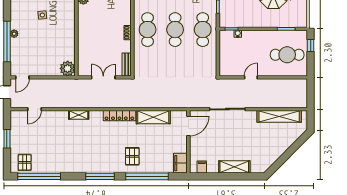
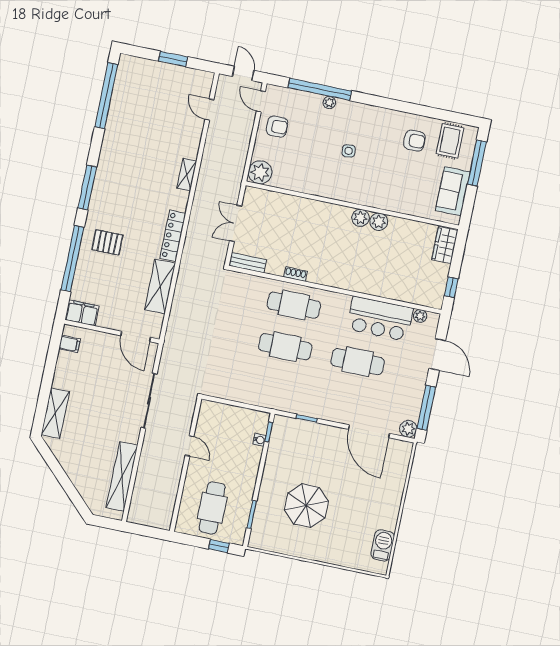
cafe table: (203, 30) -> (277, 388), removed
armchair: (36, 64) -> (277, 127), added
double door: (103, 77) -> (236, 223), swing flipped
pallet: (25, 162) -> (132, 78), removed
shelving: (234, 167) -> (55, 413), moved

